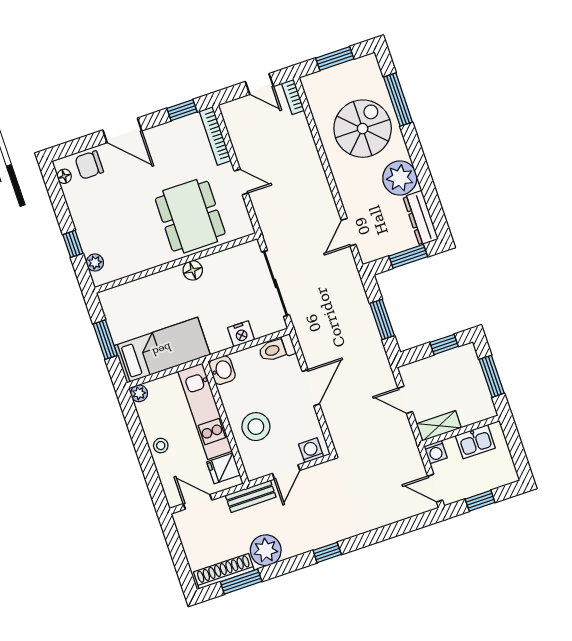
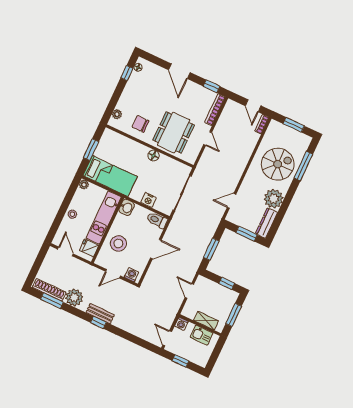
chair: (89, 165) -> (140, 124), moved
window: (73, 244) -> (127, 73), moved
shelving: (439, 426) -> (206, 321), moved
bench: (251, 496) -> (100, 314), moved

